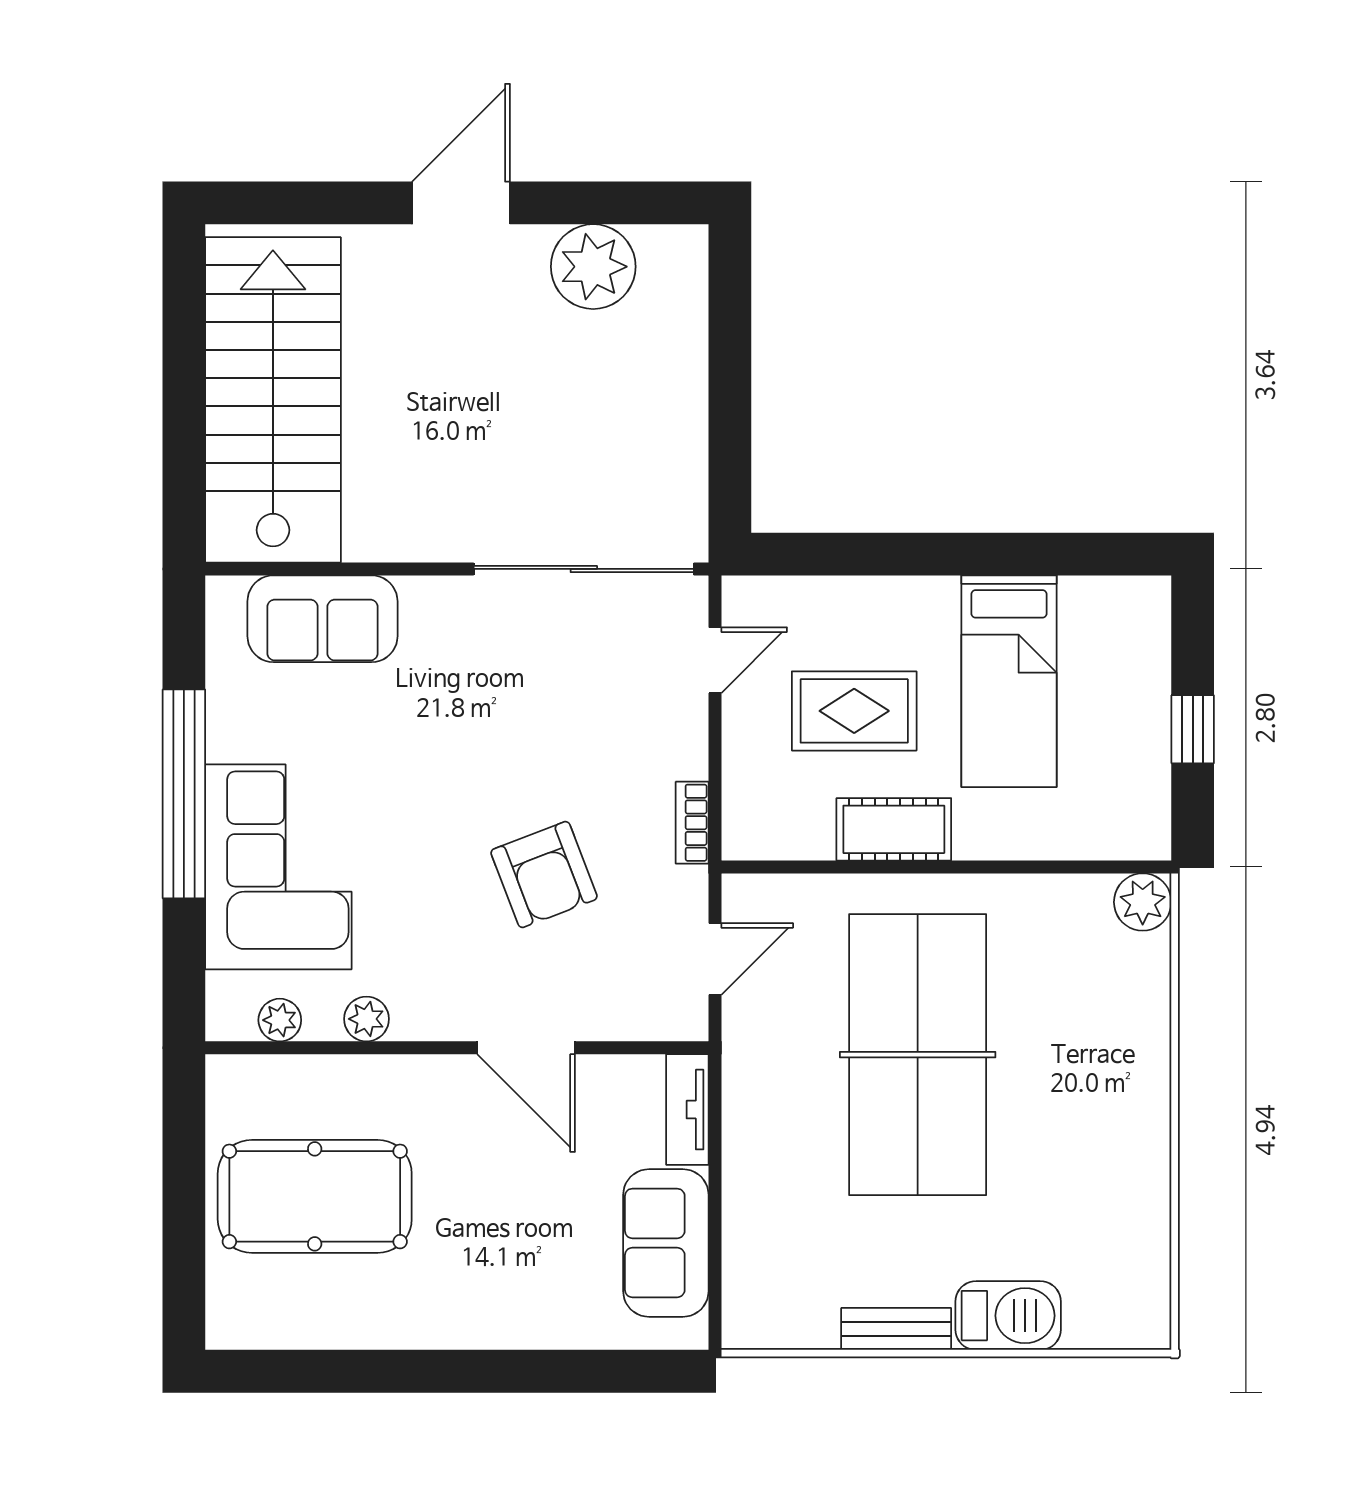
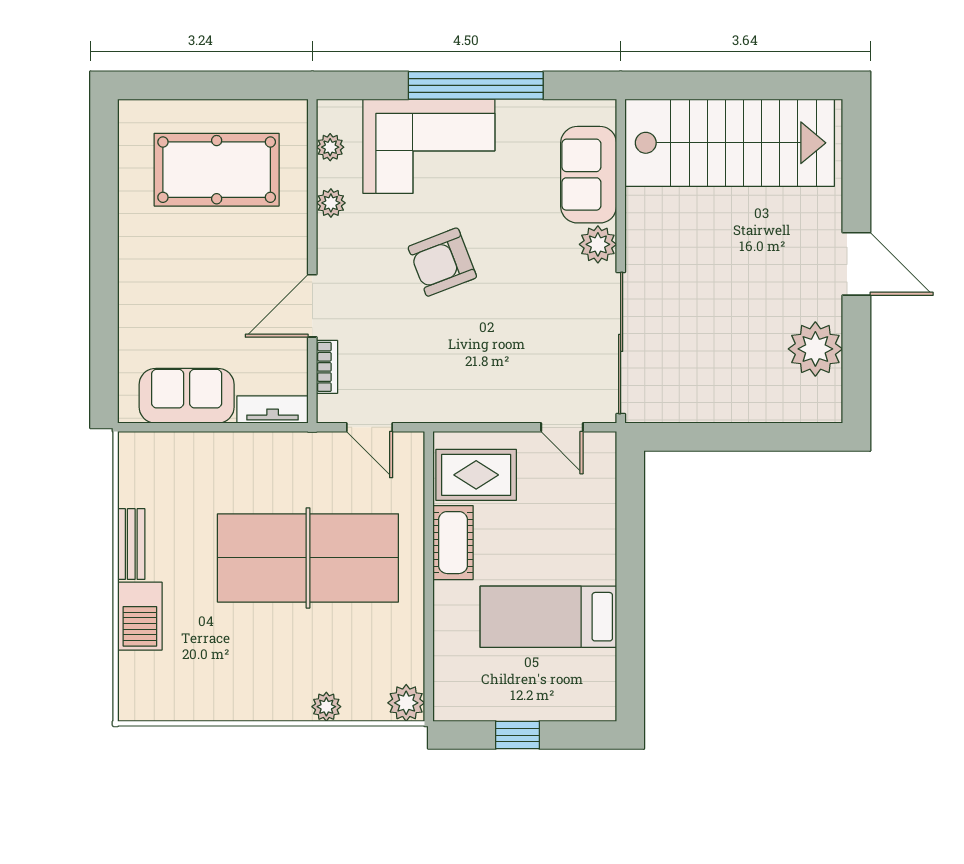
plant: (431, 604) -> (598, 244), added
rug: (854, 711) -> (476, 475), moved, turned 90
bookcase: (692, 823) -> (327, 367), moved, turned 90
armchair: (544, 875) -> (442, 262), moved
plant: (1149, 1026) -> (326, 707), added
pool table: (315, 1196) -> (217, 170), turned 90

